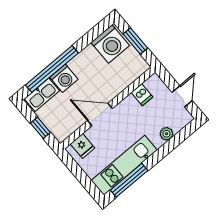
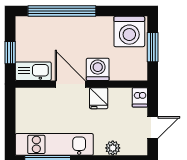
washing machine: (64, 78) -> (98, 69), moved, turned 180
kitchen sink: (42, 95) -> (33, 71), moved, turned 180
dishwasher: (142, 95) -> (140, 97), moved
fridge: (83, 146) -> (99, 98), moved

